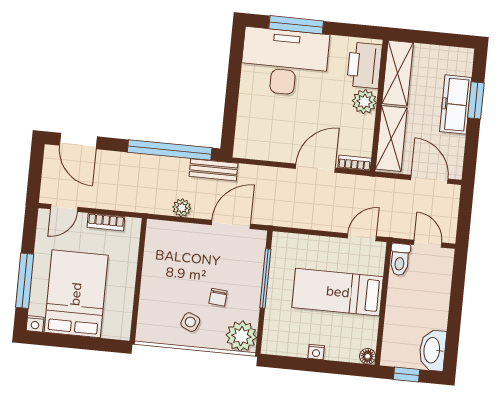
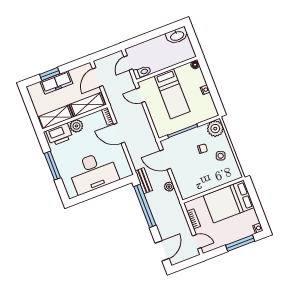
window: (296, 25) -> (52, 166), moved
desk: (284, 62) -> (93, 172), moved, turned -90
bed: (76, 294) -> (229, 202), moved
window: (406, 374) -> (194, 42), removed

